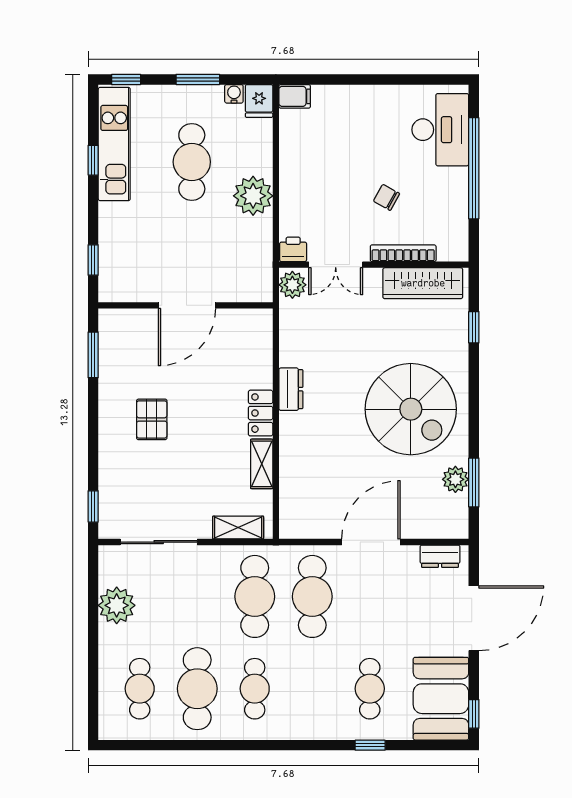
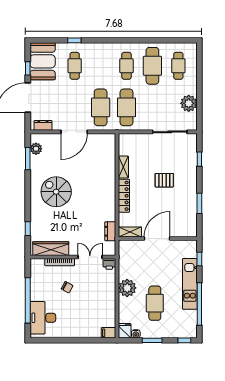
kitchen unit: (114, 144) -> (190, 284), moved
window: (93, 160) -> (199, 304), width x3.17
plant: (292, 285) -> (109, 248), removed
window: (93, 355) -> (199, 203), moved
dresser: (291, 389) -> (110, 231), moved
spiral stairs: (411, 409) -> (56, 192), width x0.73, depth x0.73
locker: (261, 413) -> (124, 196), width x1.53
pallet: (152, 419) -> (164, 180), moved, turned 90
plant: (455, 479) -> (36, 149), moved
window: (93, 506) -> (199, 159), moved
shelving: (238, 528) -> (130, 232), moved
window: (474, 714) -> (28, 68), moved

